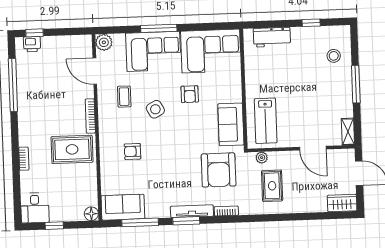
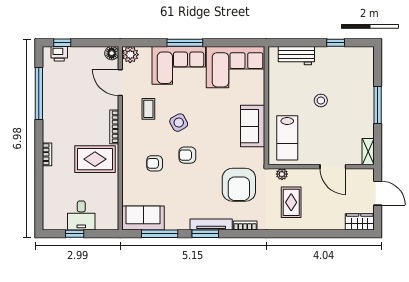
stool: (334, 56) -> (321, 100), moved
armchair: (190, 94) -> (187, 155), moved, turned 90
sofa: (231, 124) -> (253, 126), moved
bookcase: (24, 159) -> (47, 154), moved
desk: (35, 208) -> (81, 216), moved
floor lamp: (91, 214) -> (112, 53), moved

